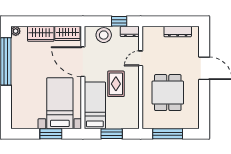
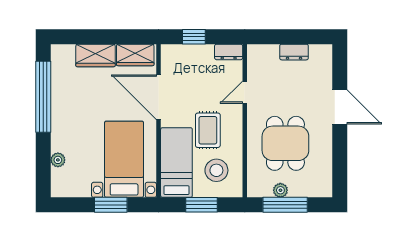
window: (119, 21) -> (194, 37), moved
plant: (16, 31) -> (58, 160), moved
dresser: (178, 32) -> (294, 52), width x0.70
stool: (104, 35) -> (216, 170), moved
plant: (164, 124) -> (280, 190), added

